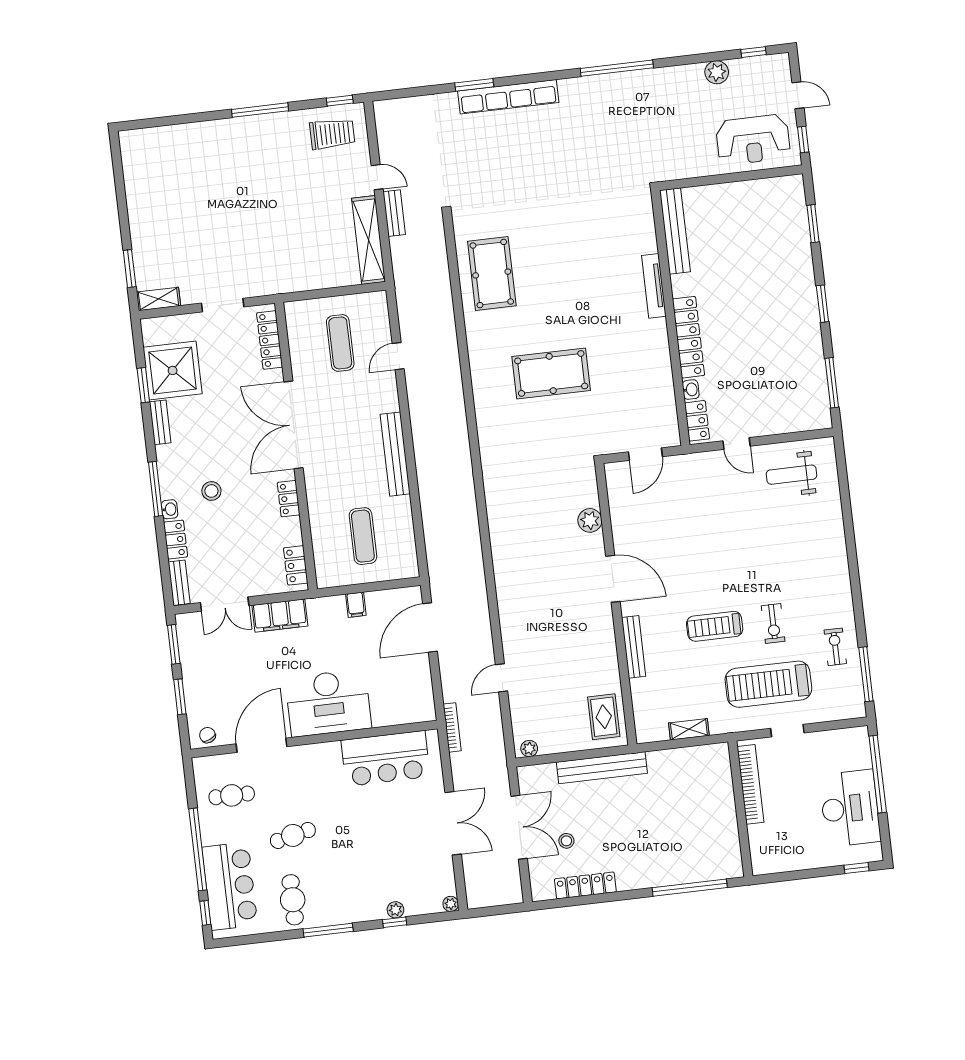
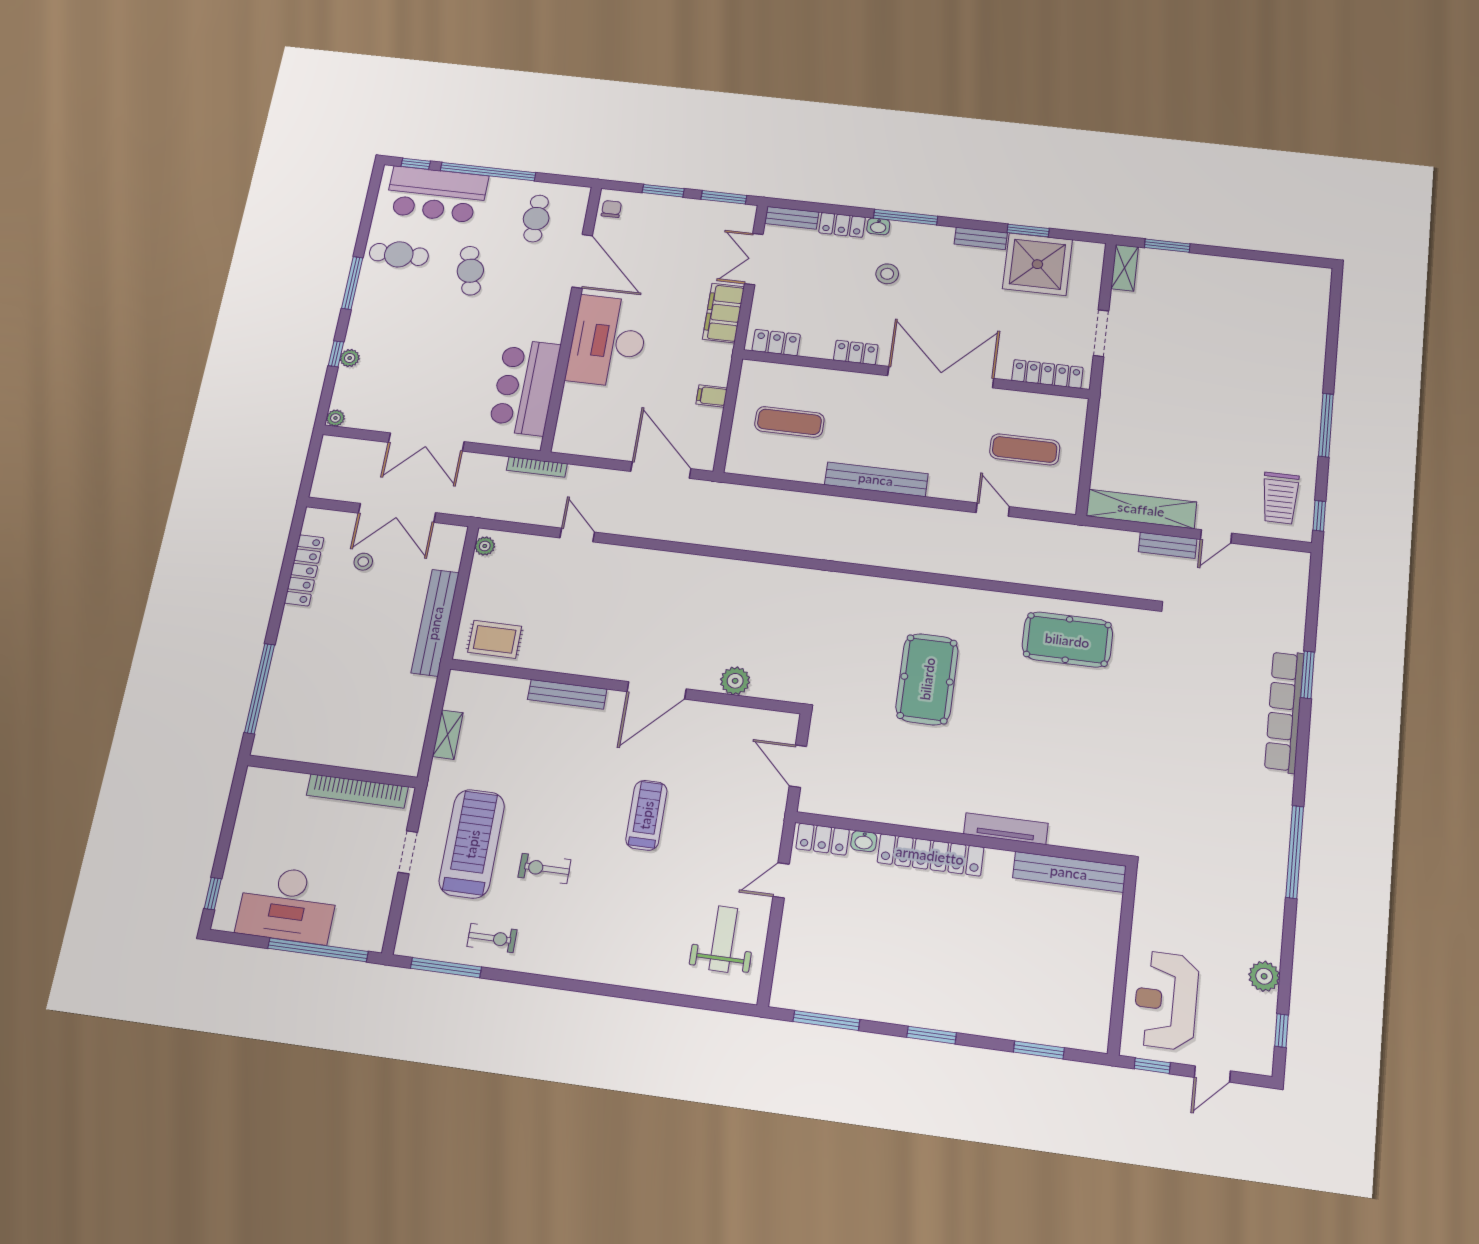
treadmill: (715, 626) -> (646, 815), moved
chair: (207, 735) -> (611, 209), turned -66

